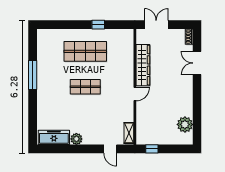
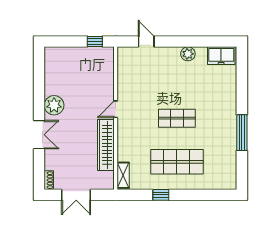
double door: (156, 25) -> (76, 195), moved
double door: (197, 63) -> (39, 135), moved
plant: (185, 124) -> (54, 105), moved
shelving: (129, 133) -> (123, 175), moved
freezer: (54, 137) -> (221, 56), width x0.71

